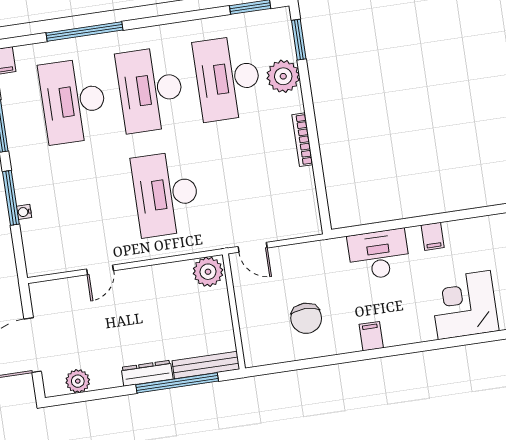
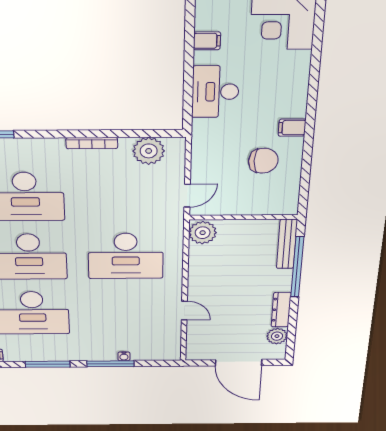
plant: (283, 76) -> (149, 151), moved
filing cabinet: (371, 336) -> (292, 128), moved
dresser: (147, 373) -> (281, 310), moved

